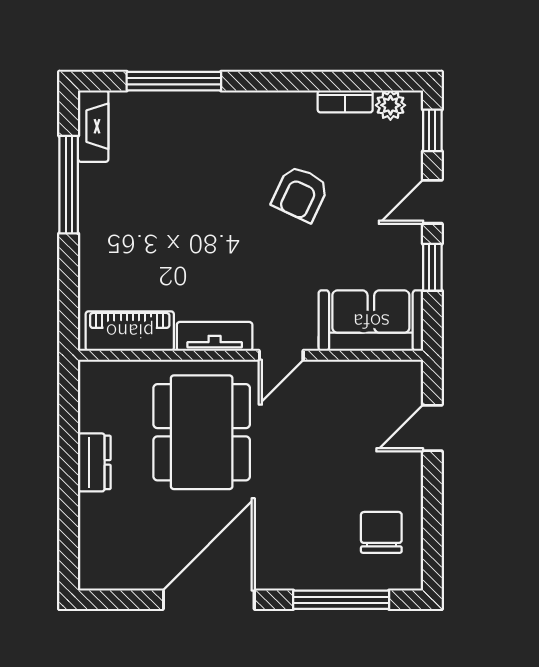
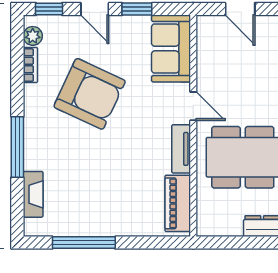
window: (174, 81) -> (17, 147), moved
fireplace: (93, 126) -> (33, 194), moved, turned 90
armchair: (300, 194) -> (90, 94), width x1.88, depth x1.88

